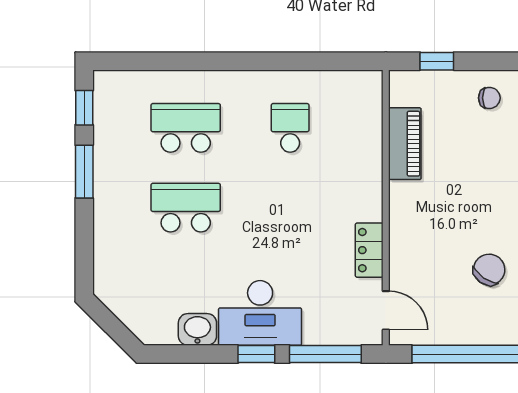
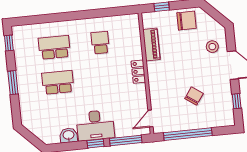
chair: (489, 98) -> (186, 21), width x1.87, depth x1.87
window: (84, 172) -> (13, 83), moved
locker: (369, 250) -> (138, 72), moved
door: (386, 310) -> (150, 119), swing flipped

